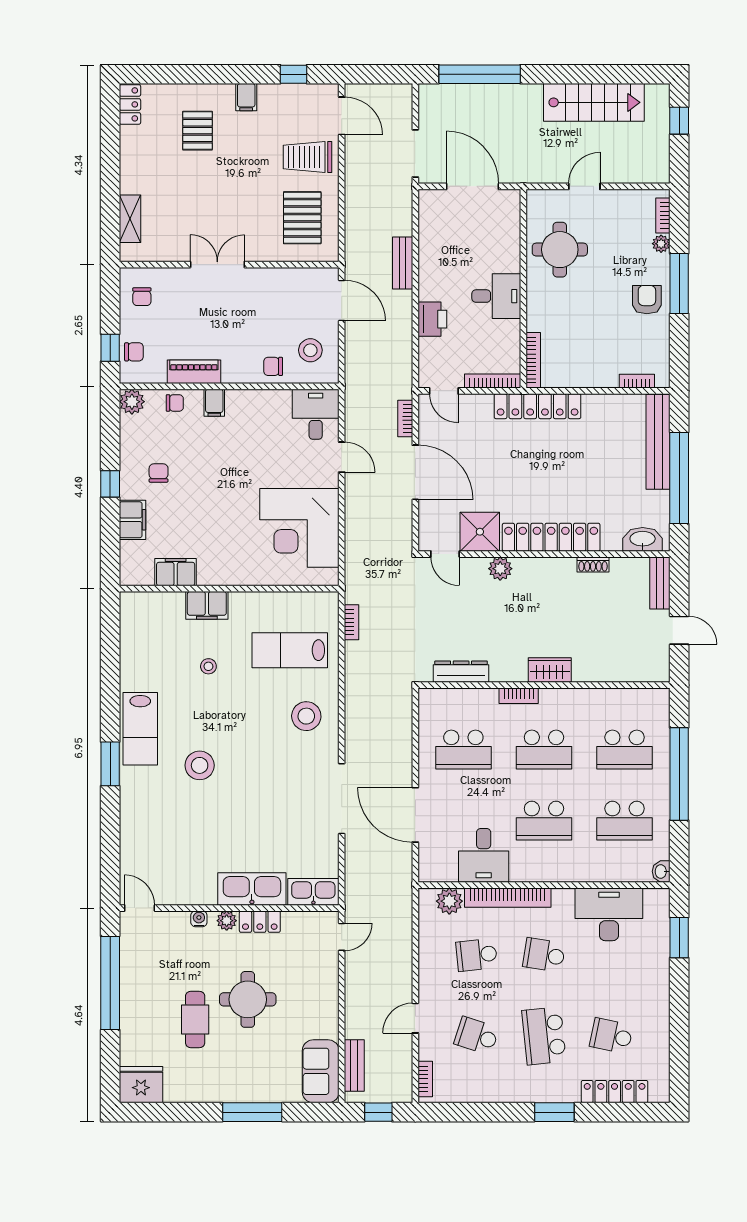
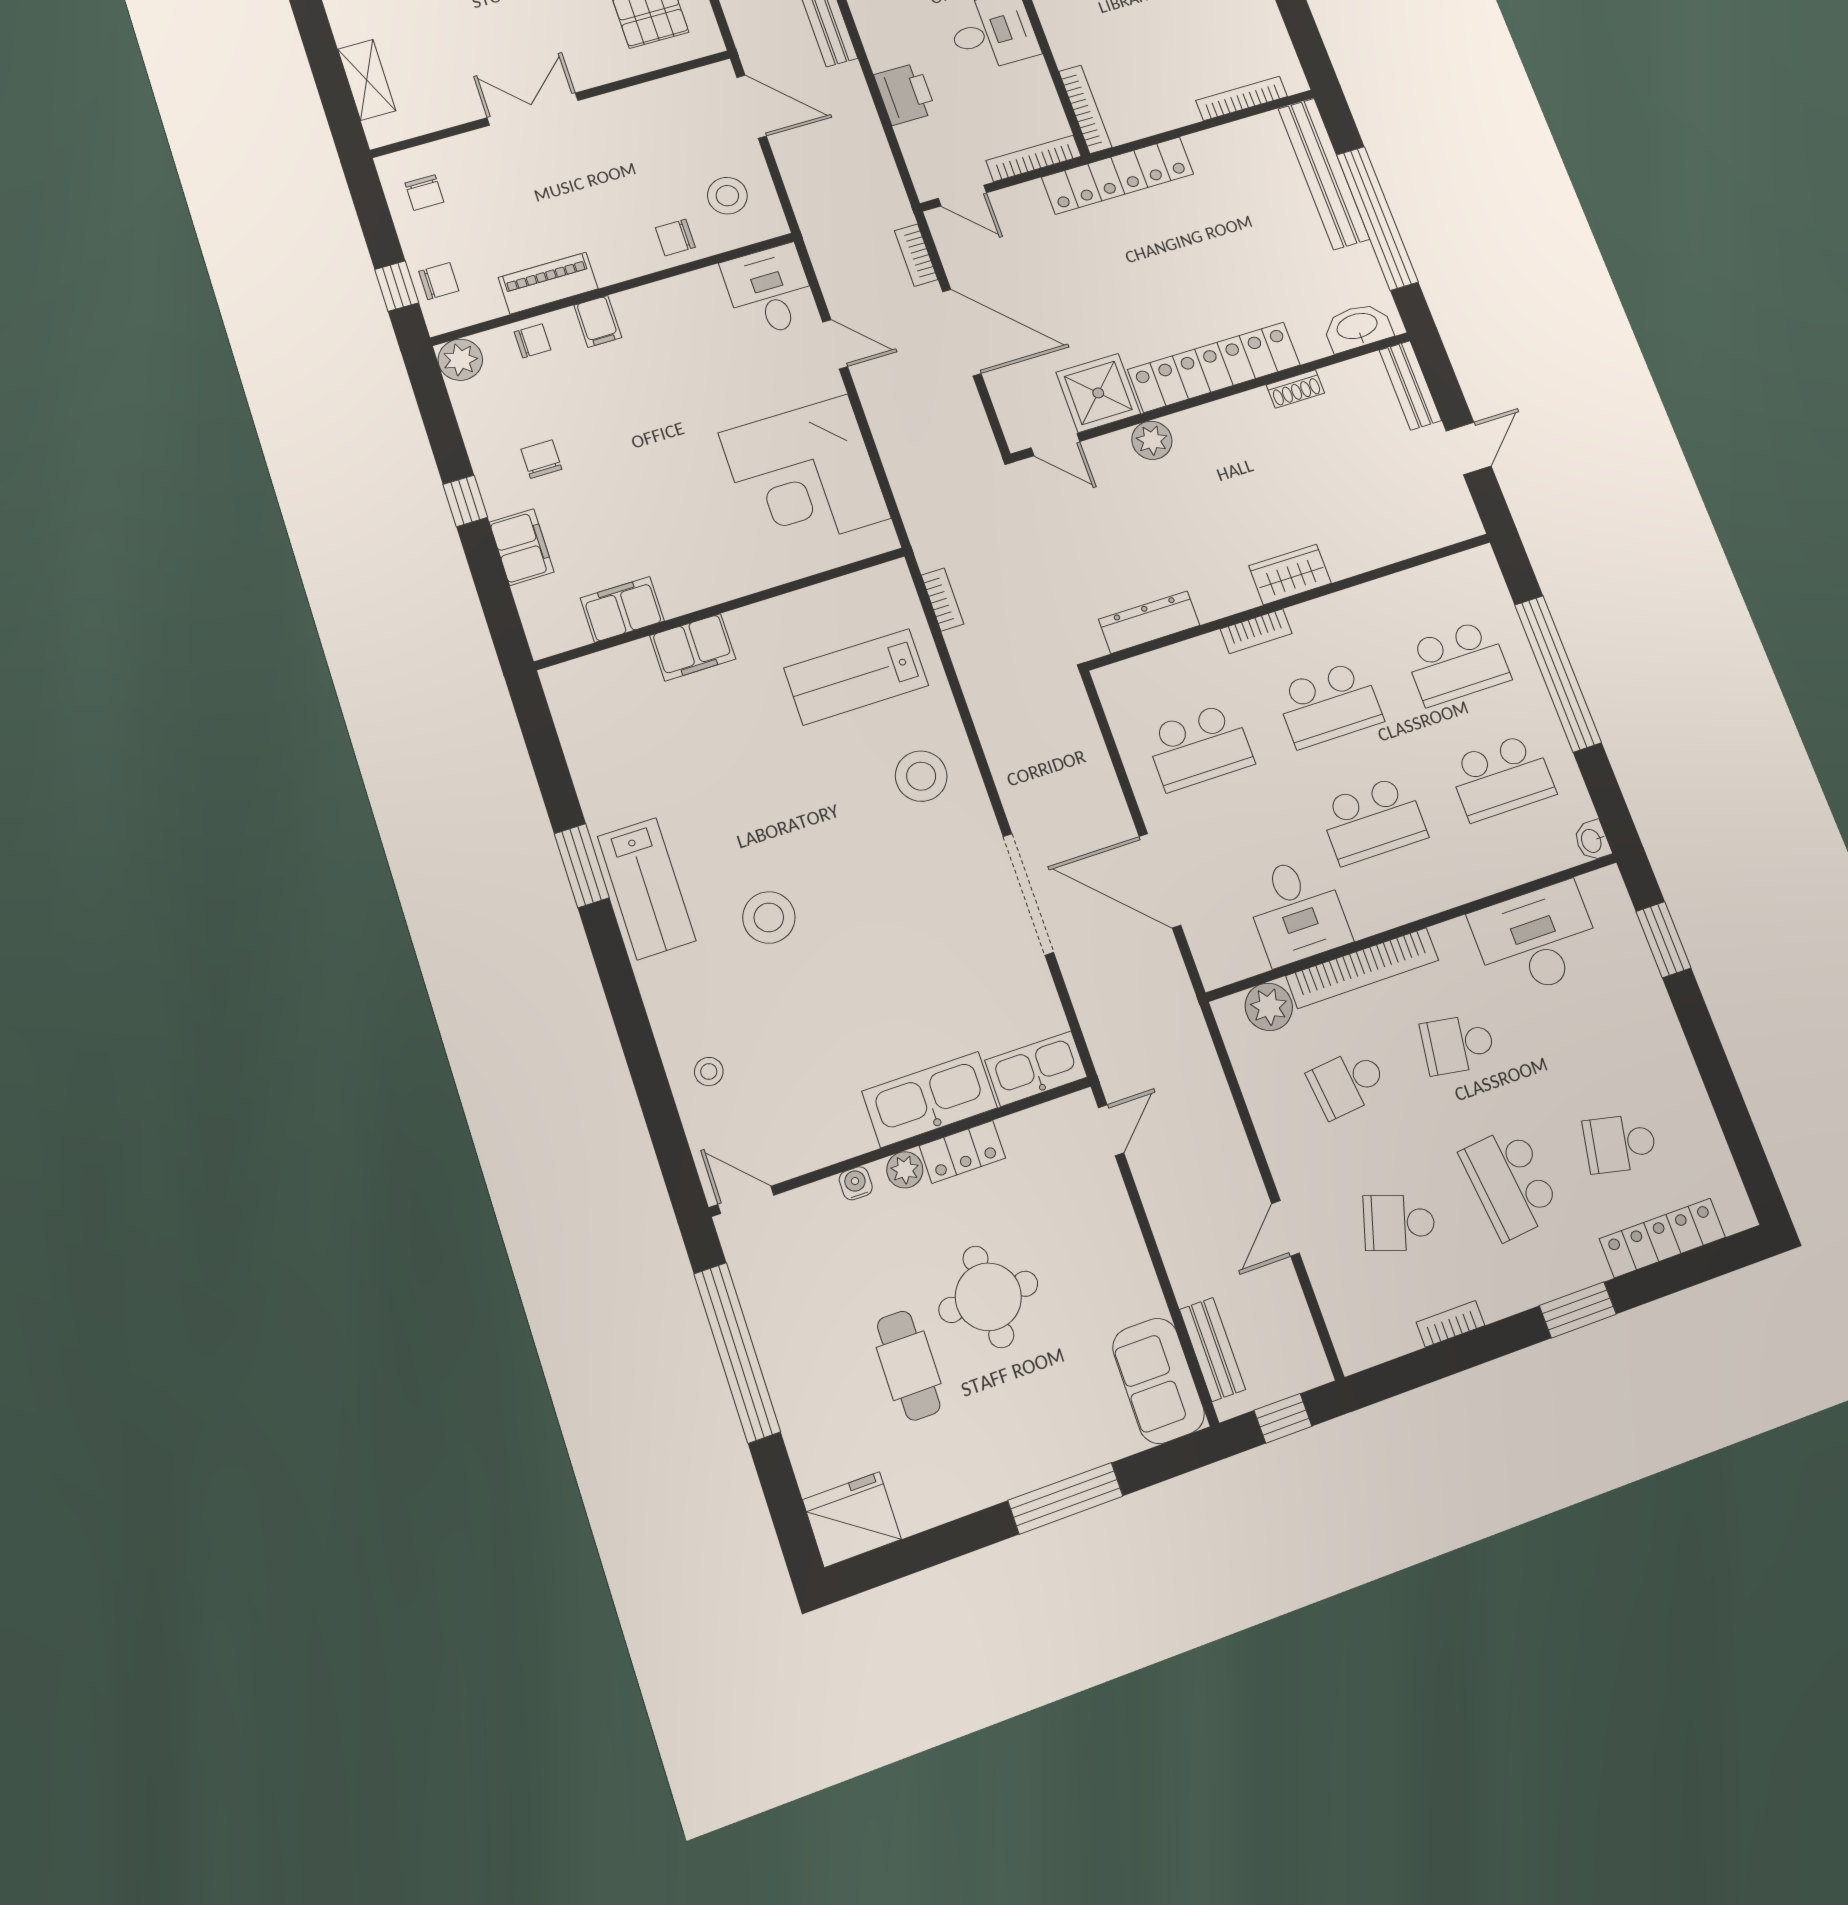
bookcase: (637, 381) -> (1242, 98), width x1.56
door: (679, 630) -> (1469, 448), hinge flipped
stool: (208, 666) -> (709, 1071), moved
window: (110, 764) -> (582, 866), moved
bookcase: (425, 1079) -> (1450, 1324), moved, turned -90

